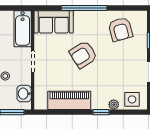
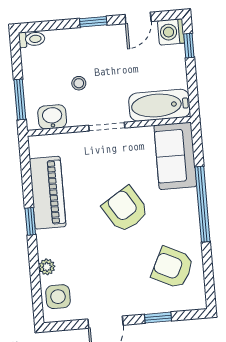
armchair: (120, 29) -> (173, 267), turned 41
window: (101, 112) -> (30, 221), moved

